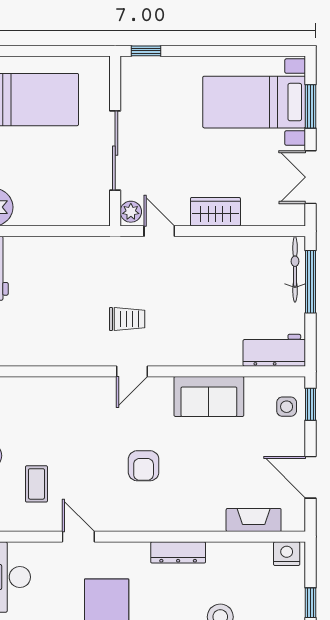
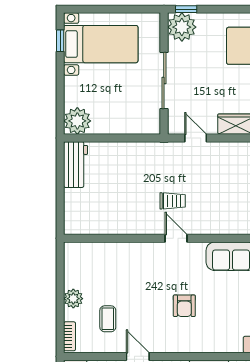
plant: (131, 212) -> (182, 27), moved, width x1.88, depth x1.88
door: (132, 371) -> (176, 238), swing flipped

